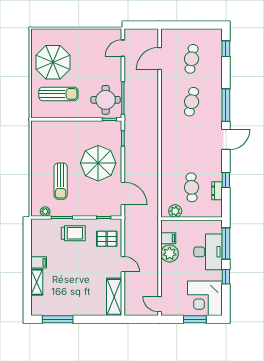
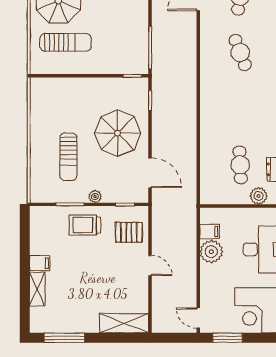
round table: (106, 100) -> (127, 50), removed
cafe table: (192, 102) -> (240, 53), turned -33
plant: (45, 211) -> (95, 197), moved
plant: (175, 211) -> (259, 196), moved
trolley: (73, 233) -> (85, 225), turned 180
shelving: (114, 297) -> (124, 323), moved, turned 90
window: (195, 319) -> (227, 338), moved

